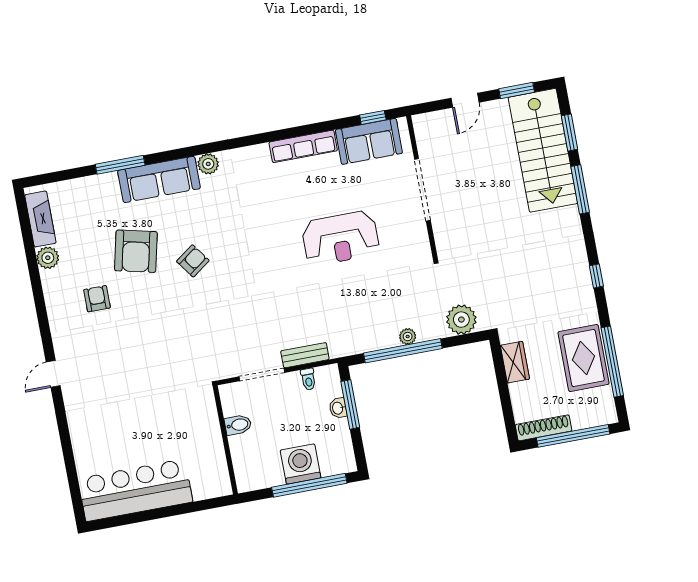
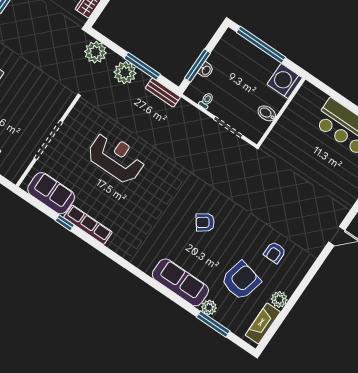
window: (373, 117) -> (65, 223), moved
plant: (208, 164) -> (209, 308), moved
window: (120, 165) -> (213, 324), moved
armchair: (136, 251) -> (241, 281), moved
plant: (408, 337) -> (125, 73), width x1.88, depth x1.88
window: (403, 351) -> (142, 66), width x0.68
bench: (305, 355) -> (163, 93), moved
washing machine: (301, 464) -> (285, 81), moved, turned 90

